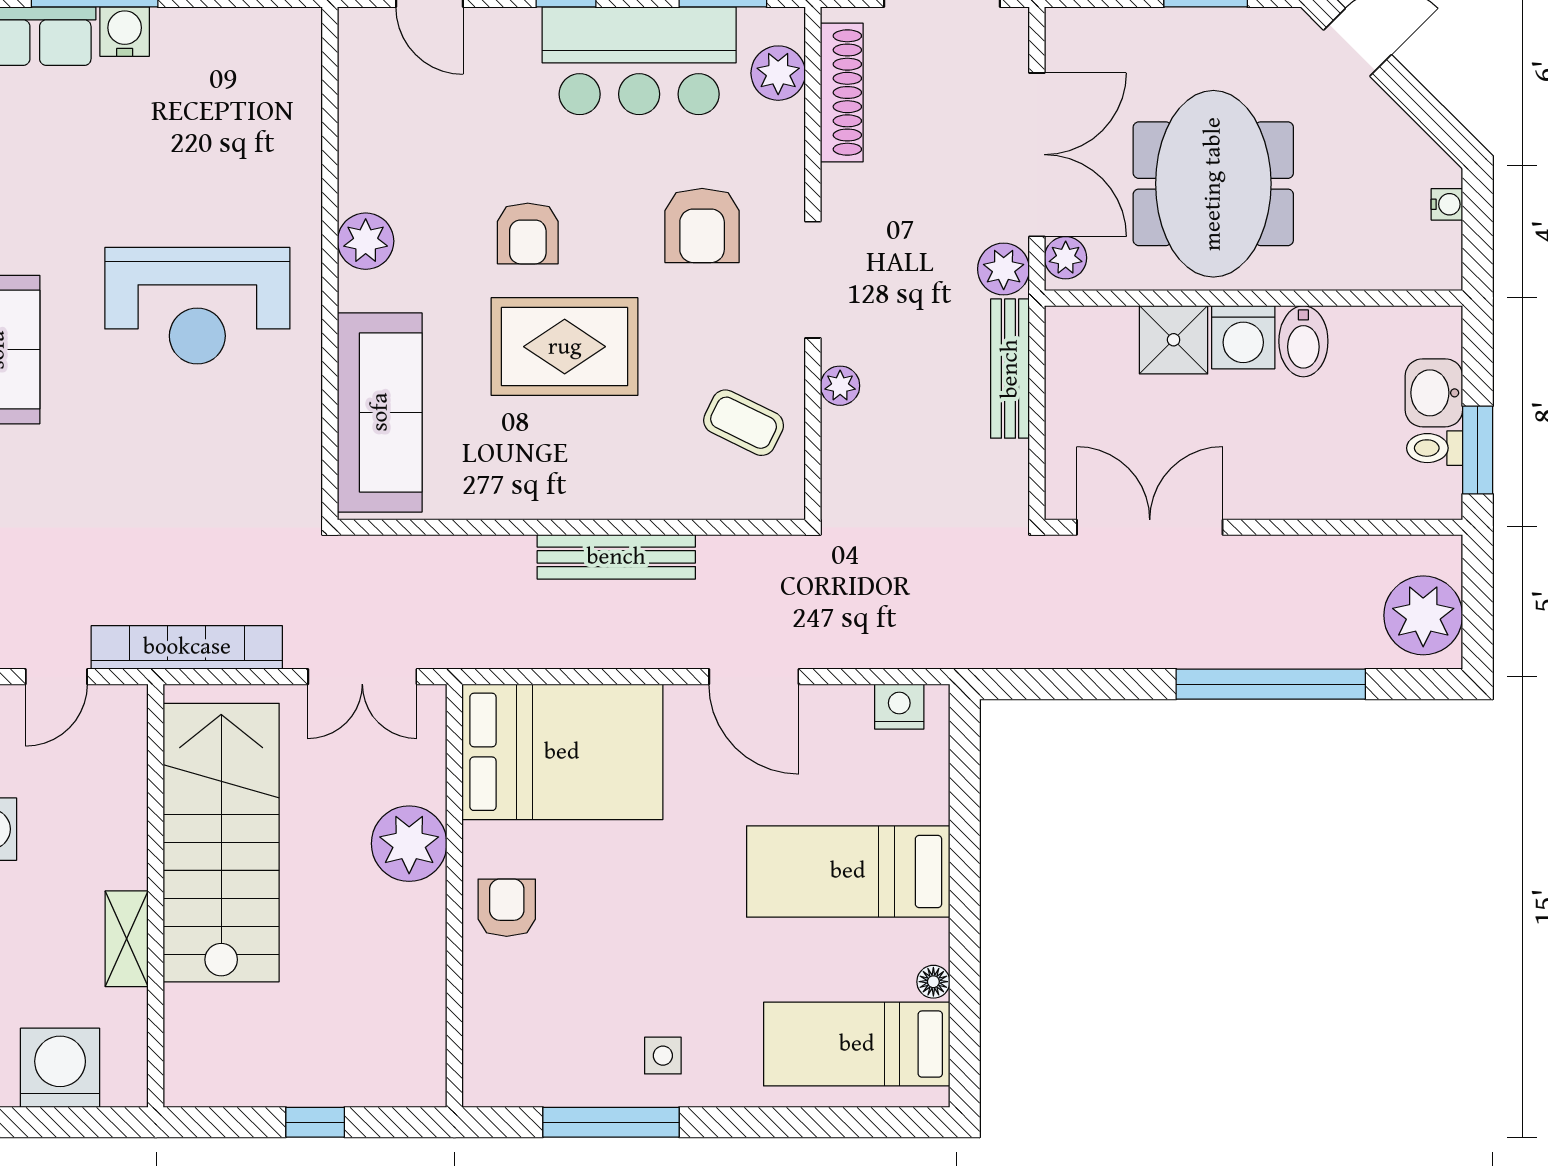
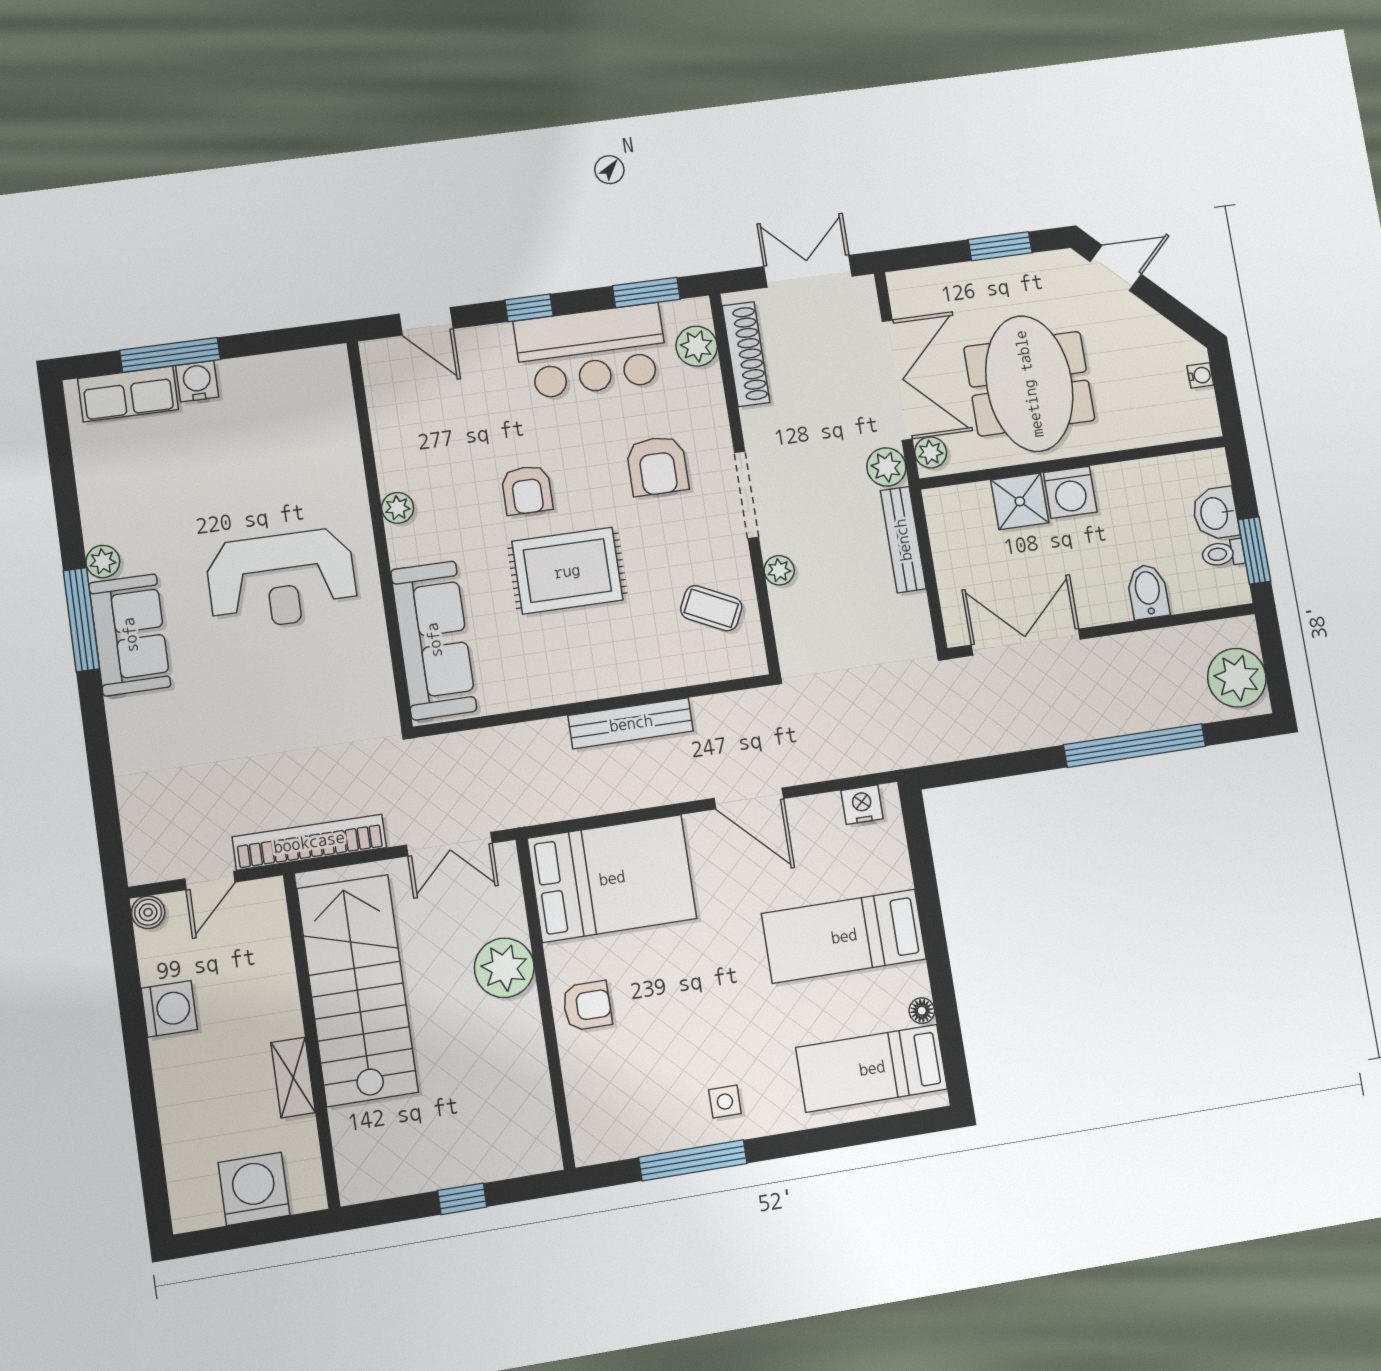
plant: (366, 241) -> (398, 508), width x0.73, depth x0.73
bidet: (1303, 341) -> (1148, 592), moved, turned 180
armchair: (507, 908) -> (587, 1006), turned 90

